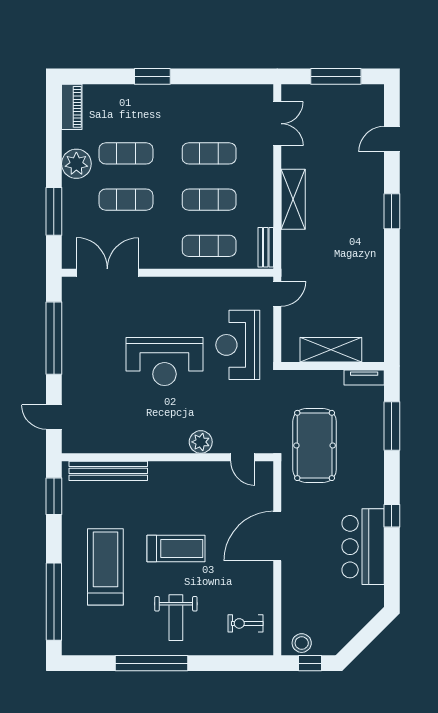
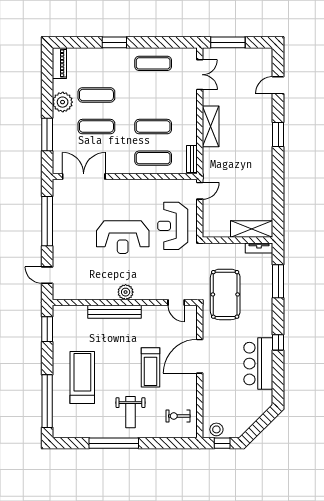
window: (336, 76) -> (228, 42), moved
exercise mat: (209, 153) -> (153, 63), moved
shelving: (331, 350) -> (252, 229), moved
plant: (201, 442) -> (126, 292), moved
bench: (108, 471) -> (114, 312), moved
treadmill: (176, 549) -> (150, 367), moved, turned 90

